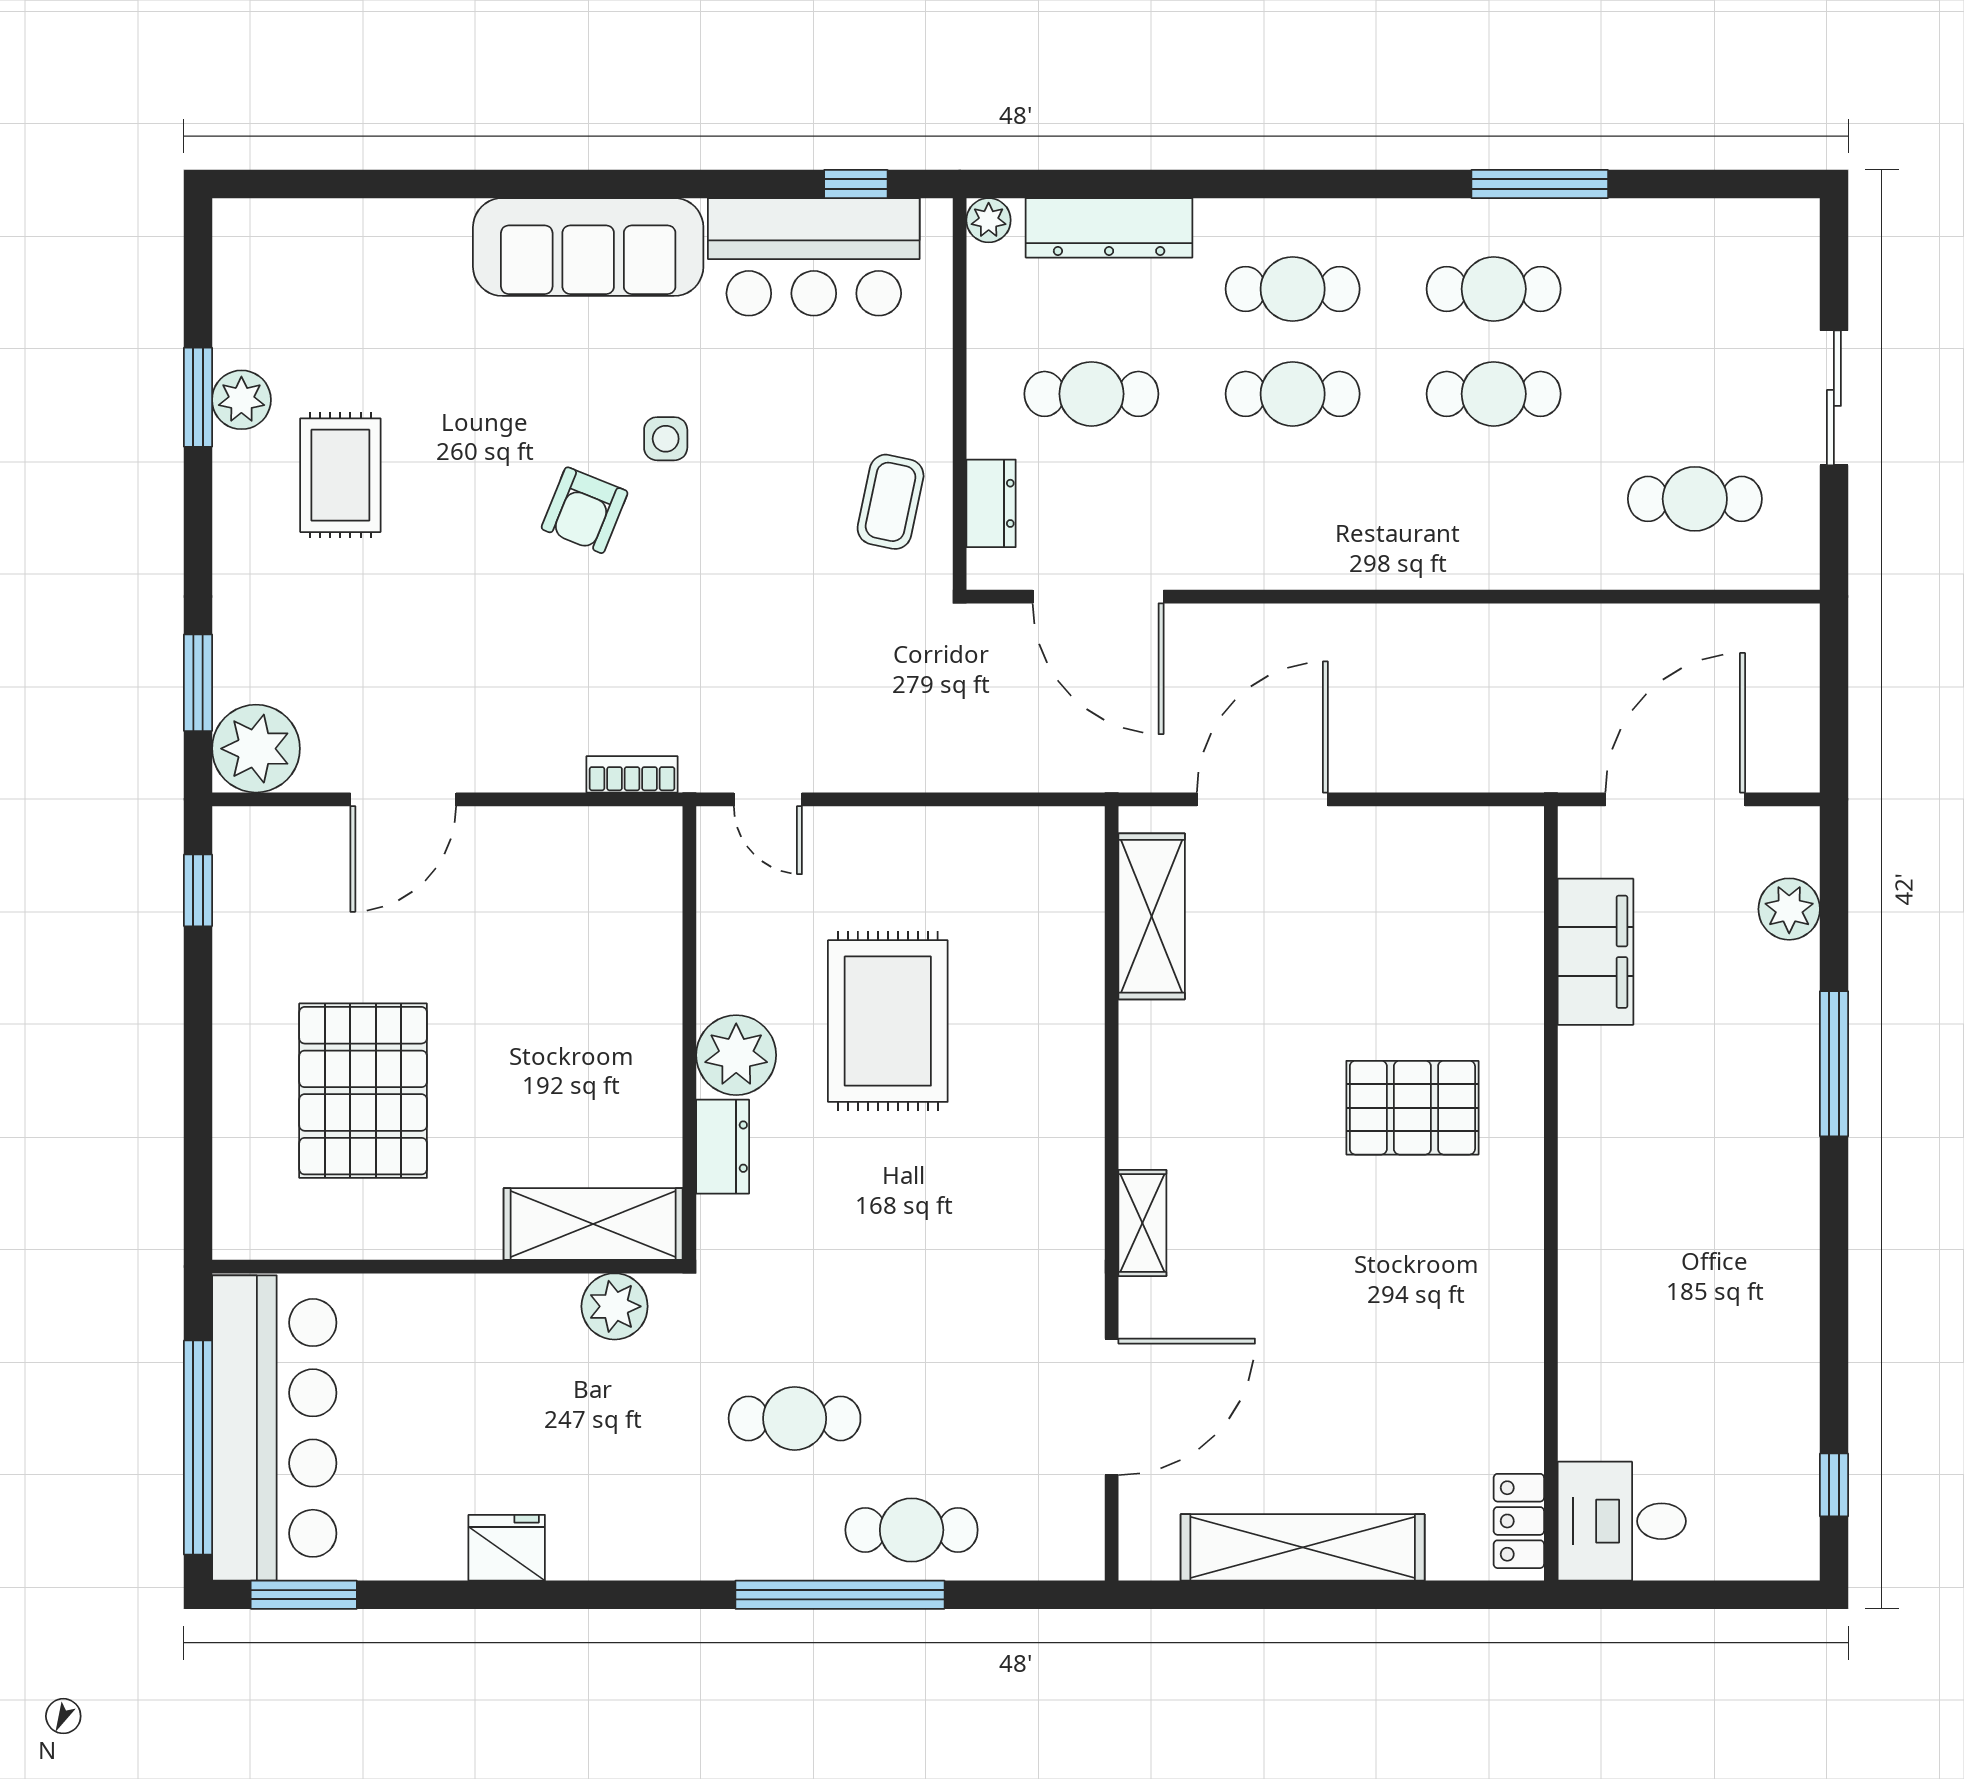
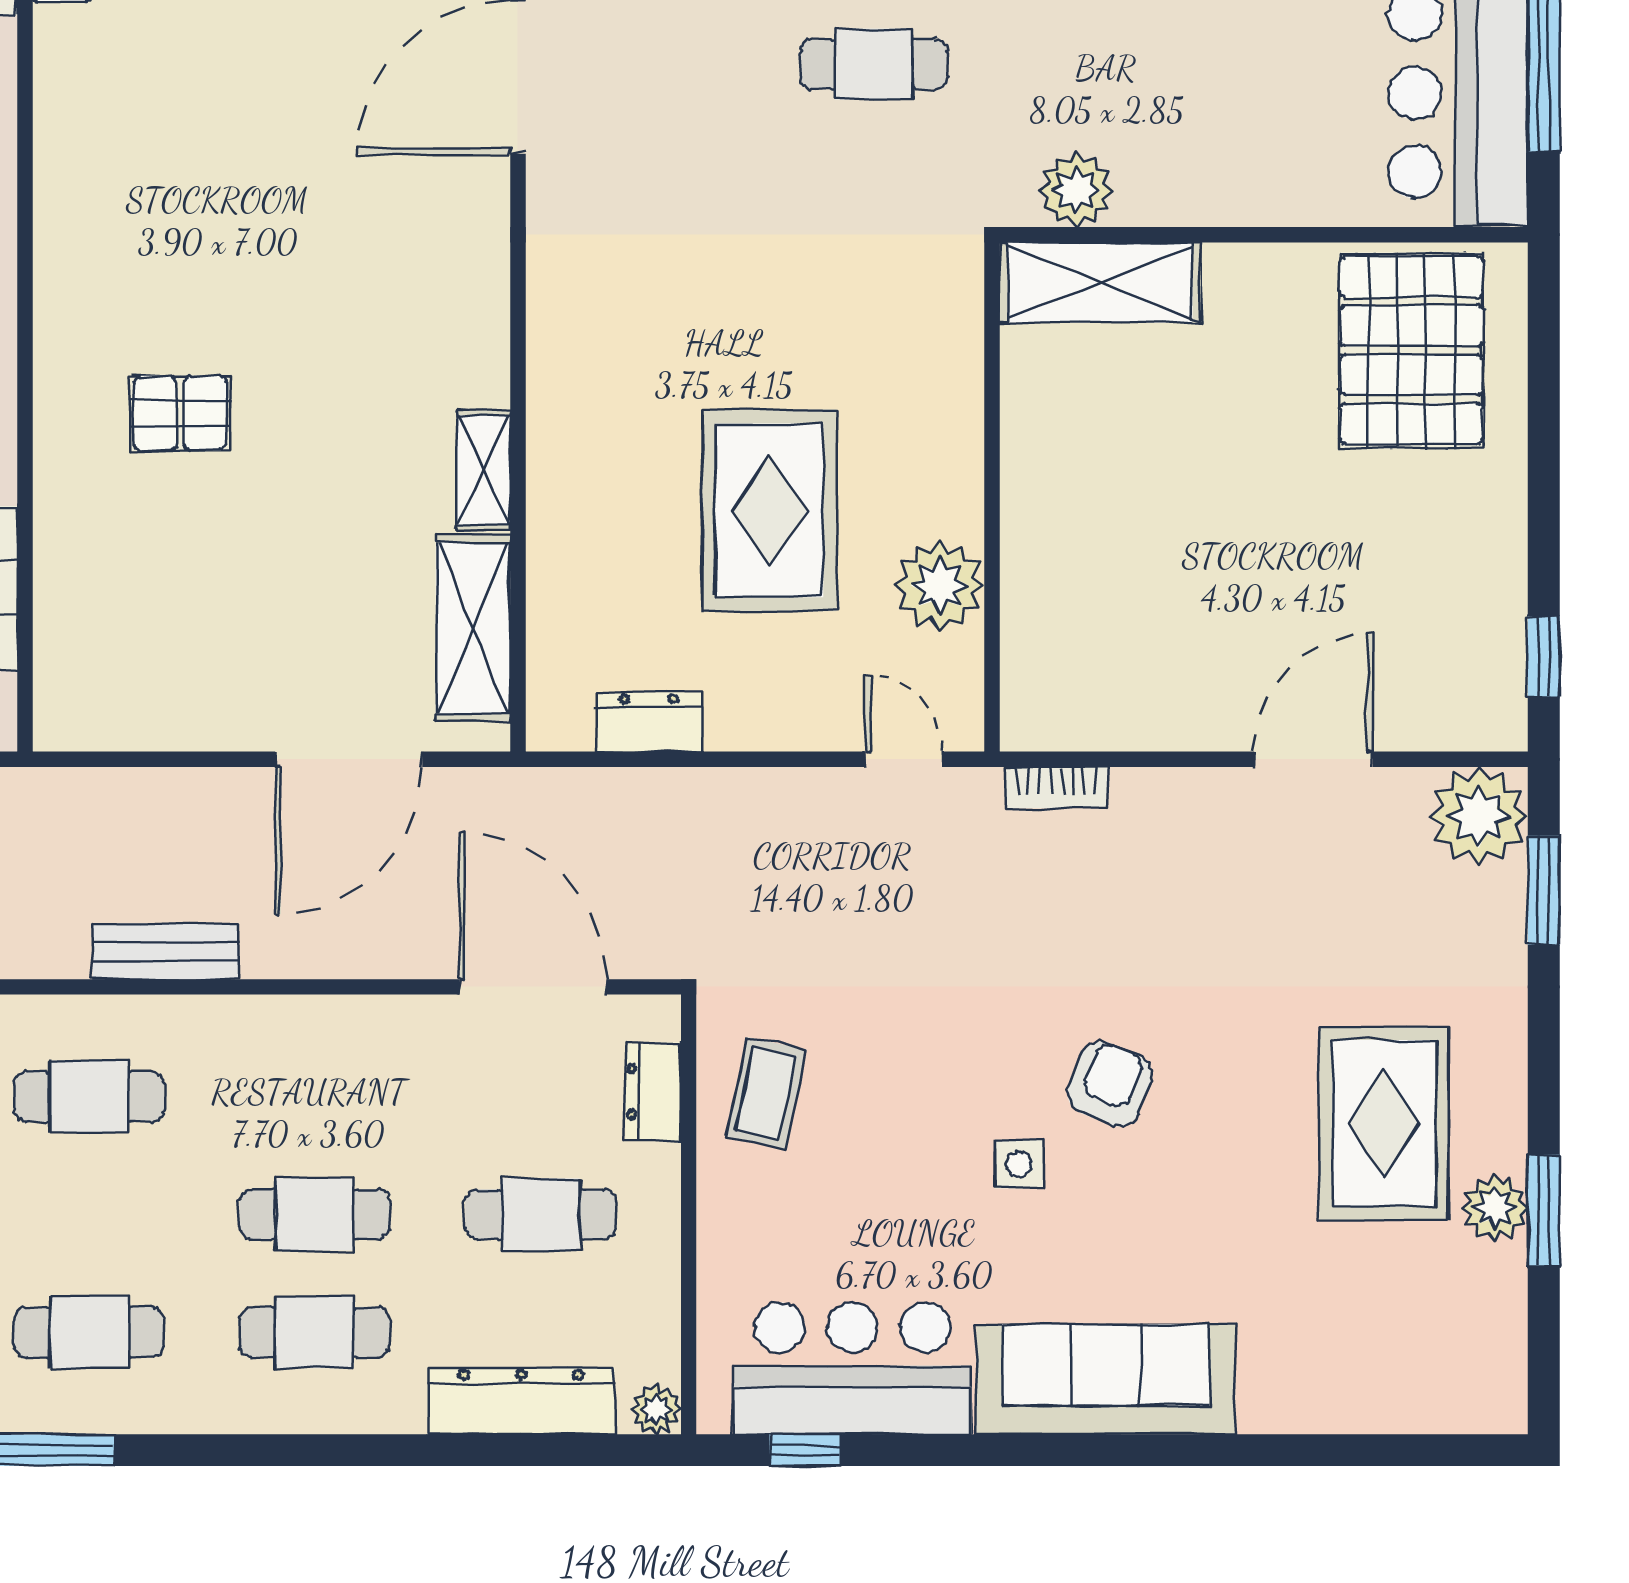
cafe table: (1494, 394) -> (89, 1097), moved
rug: (340, 475) -> (1384, 1123), width x1.36, depth x1.43
bench: (1425, 628) -> (166, 951), added
plant: (736, 1055) -> (940, 585), moved
pallet: (363, 1091) -> (1411, 350), moved
pallet: (1412, 1108) -> (180, 413), width x0.67, depth x0.71
dresser: (723, 1147) -> (649, 722), moved, turned 90
shelving: (1142, 1223) -> (483, 470), moved

